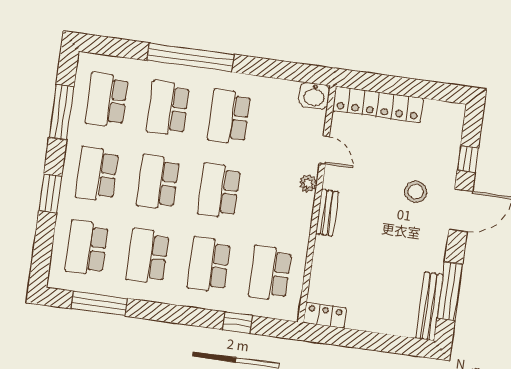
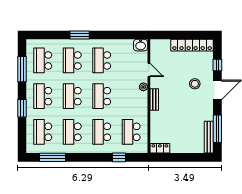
window: (191, 57) -> (80, 35), width x0.47
locker: (378, 105) -> (192, 45), moved

